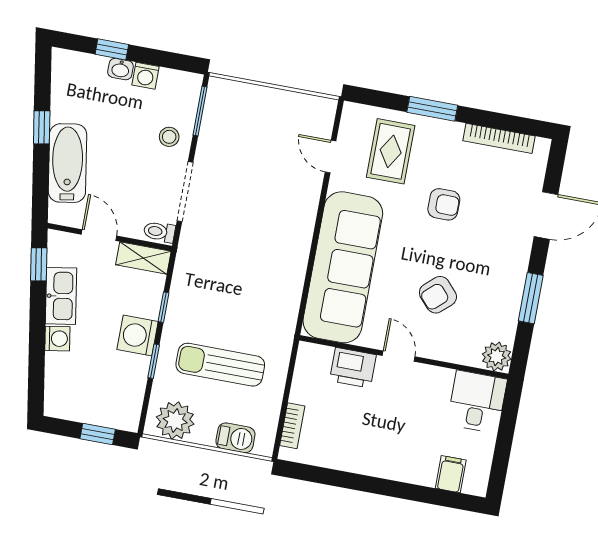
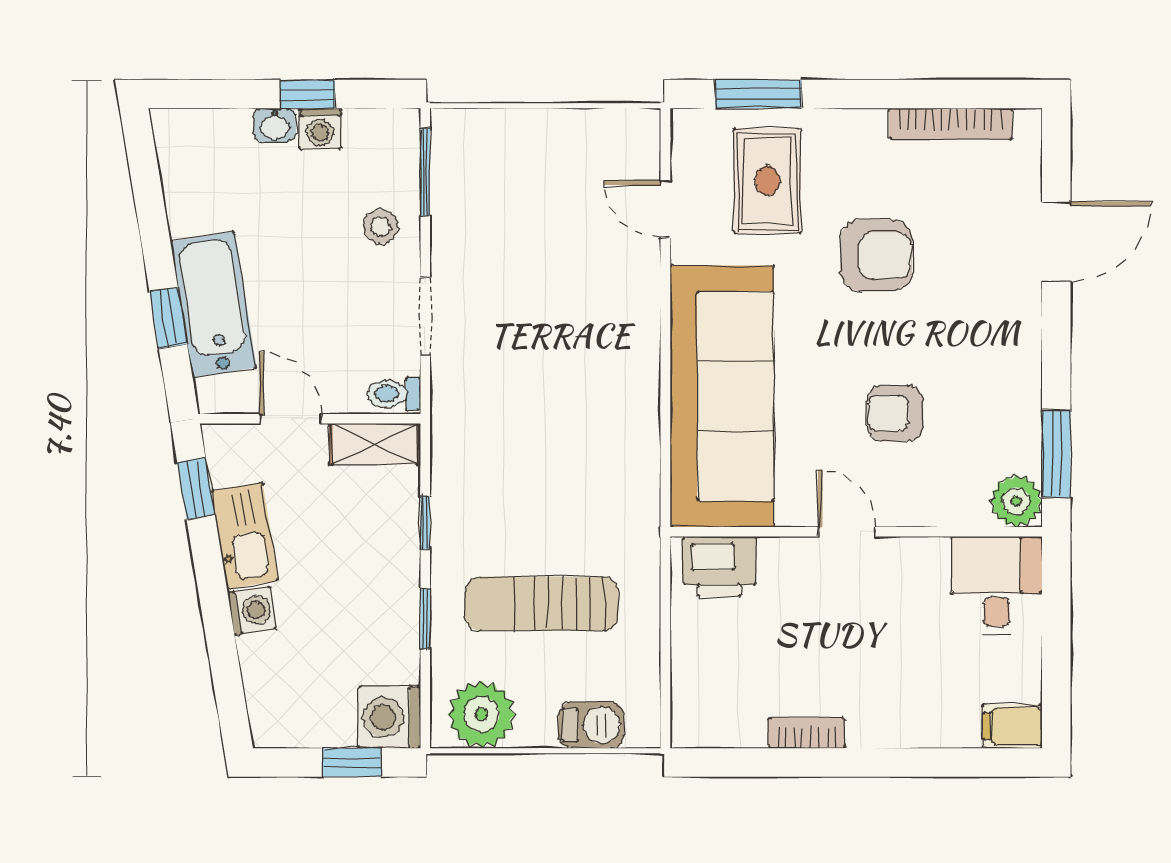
window: (112, 49) -> (308, 94), moved
window: (432, 109) -> (758, 94), moved
window: (42, 127) -> (168, 318), moved
doorway: (185, 192) -> (425, 316), width x0.73
armchair: (444, 204) -> (876, 255), width x1.38, depth x1.38
armchair: (438, 295) -> (895, 413), turned 42
window: (531, 298) -> (1056, 454), moved
washing machine: (138, 336) -> (390, 717), moved
printer: (353, 368) -> (719, 567), moved
bookcase: (292, 426) -> (807, 733), moved, turned -90
filing cabinet: (451, 474) -> (1013, 726), moved, turned -90

